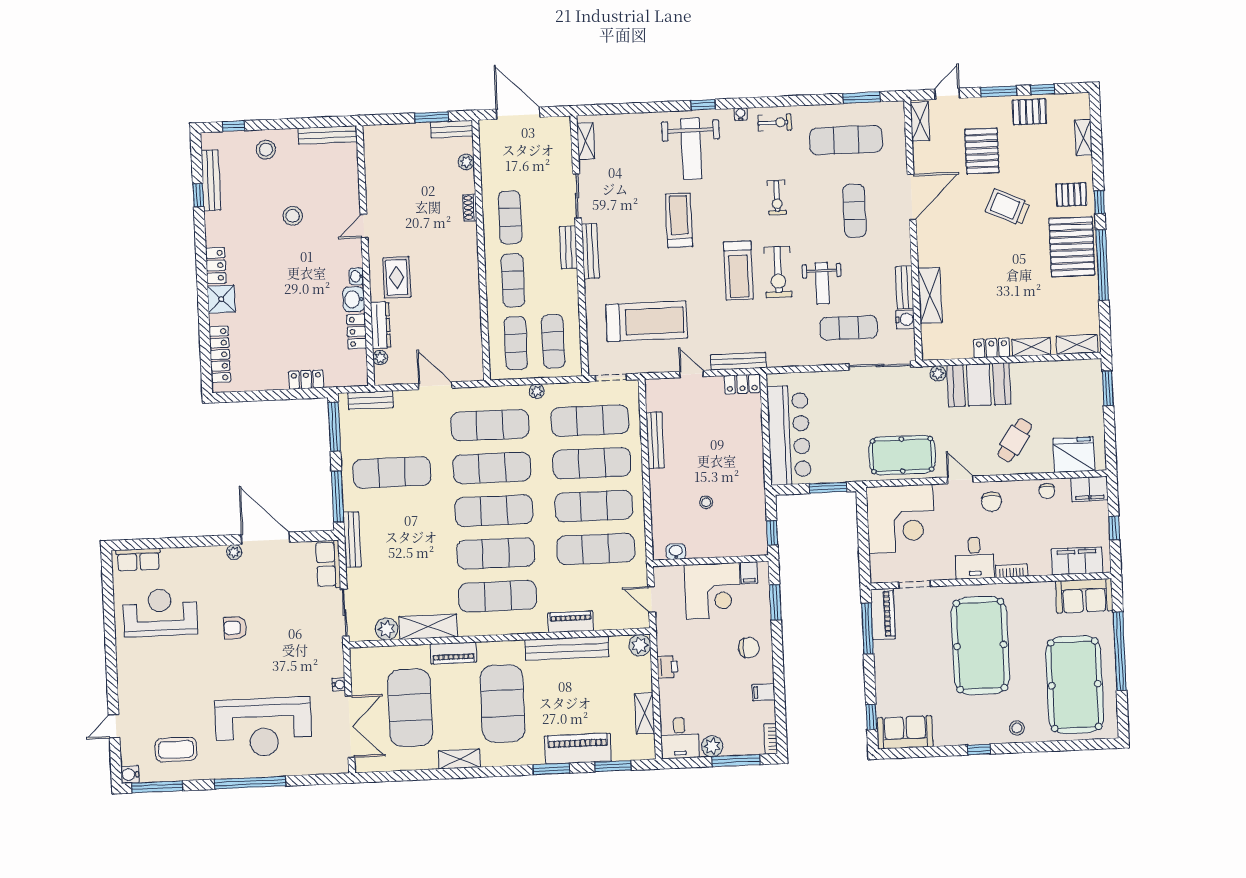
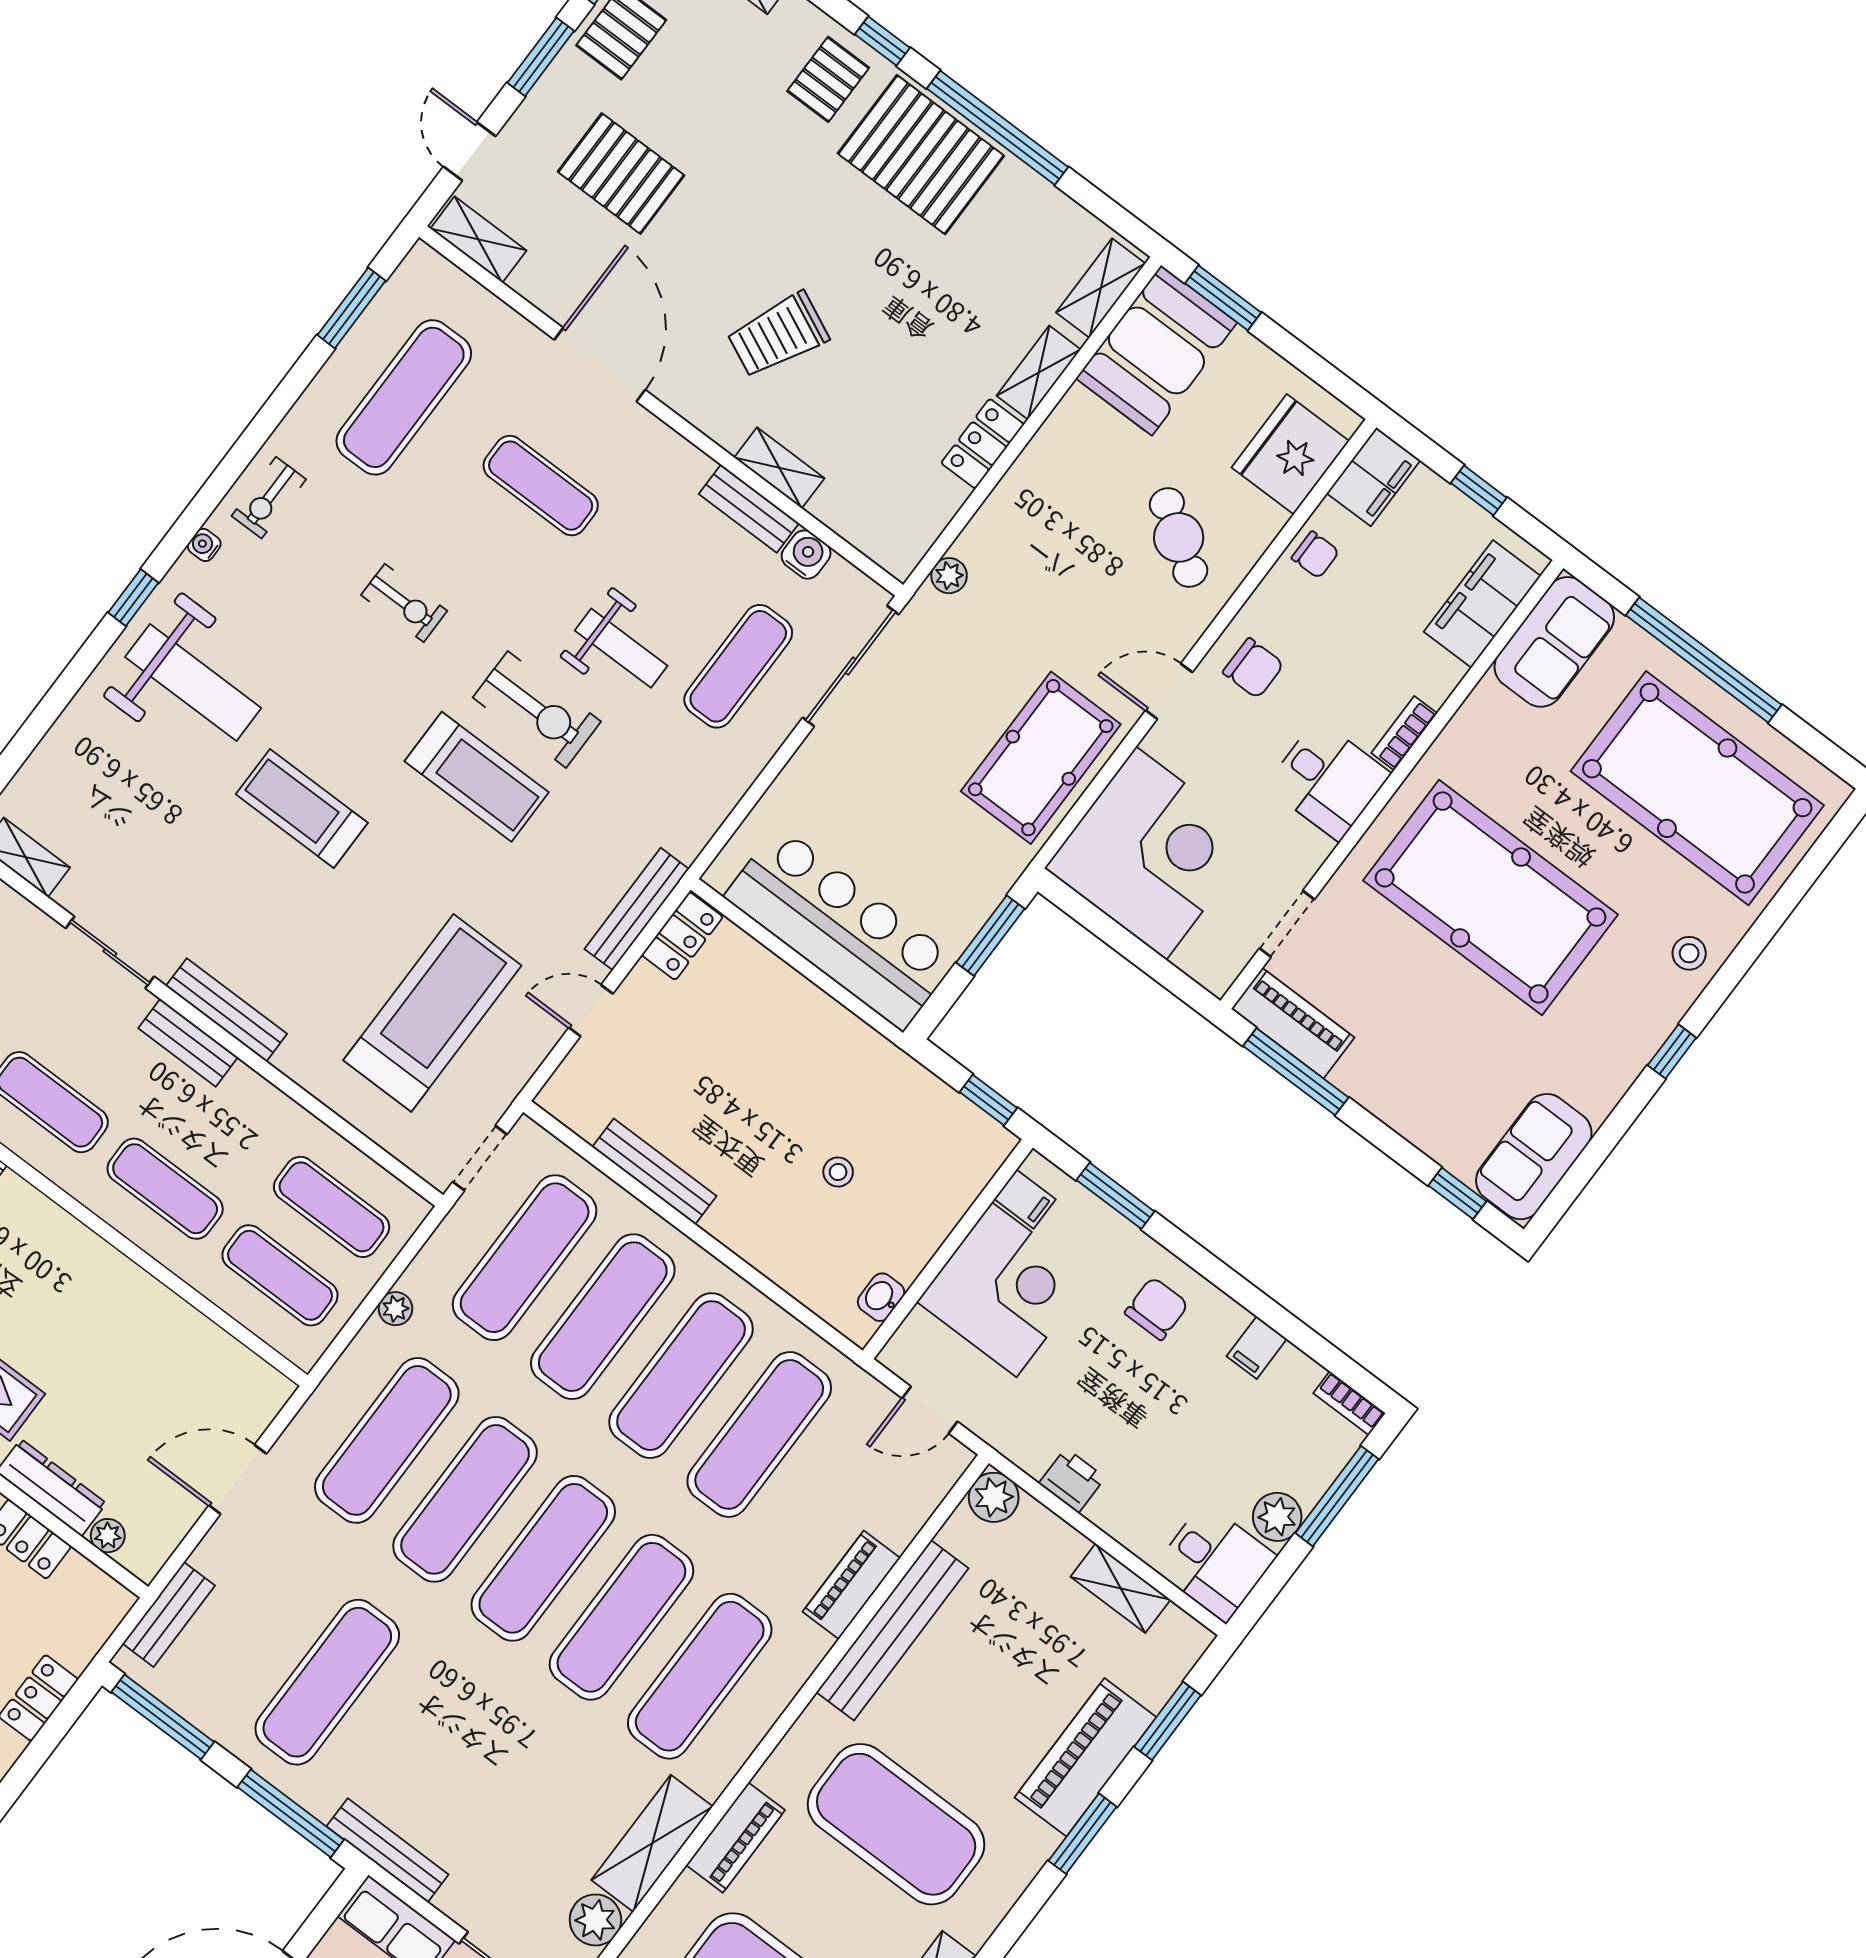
exercise bike: (775, 123) -> (269, 498), turned 180
trolley: (1008, 207) -> (778, 335), moved
shelving: (930, 295) -> (779, 468), width x0.67, depth x0.75
booth: (979, 385) -> (1156, 350), moved

